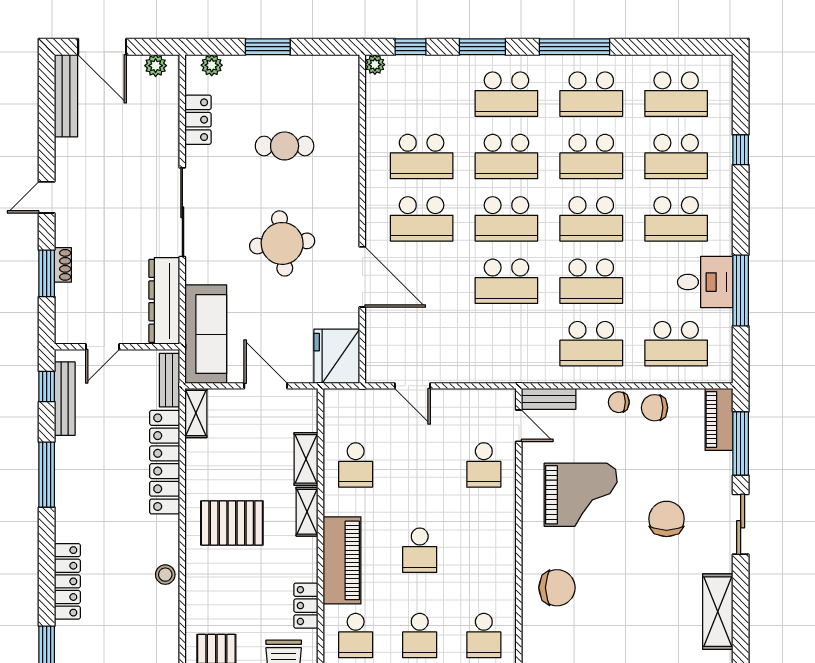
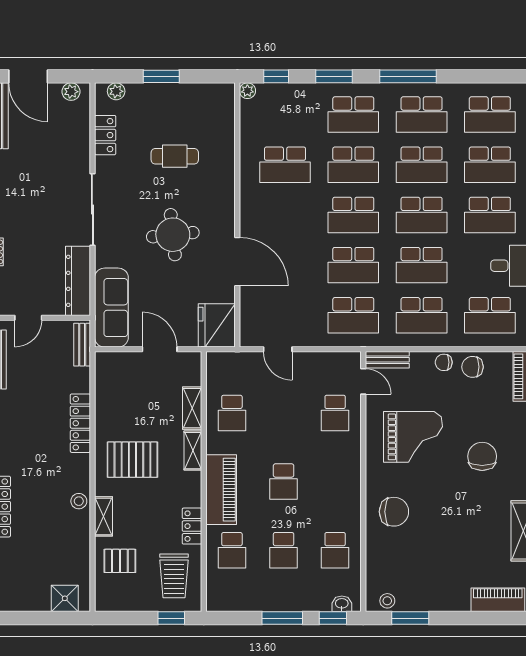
school desk: (422, 219) -> (353, 315), moved
shelving: (196, 413) -> (103, 516), moved
locker: (165, 462) -> (80, 423), width x0.71, depth x0.83

